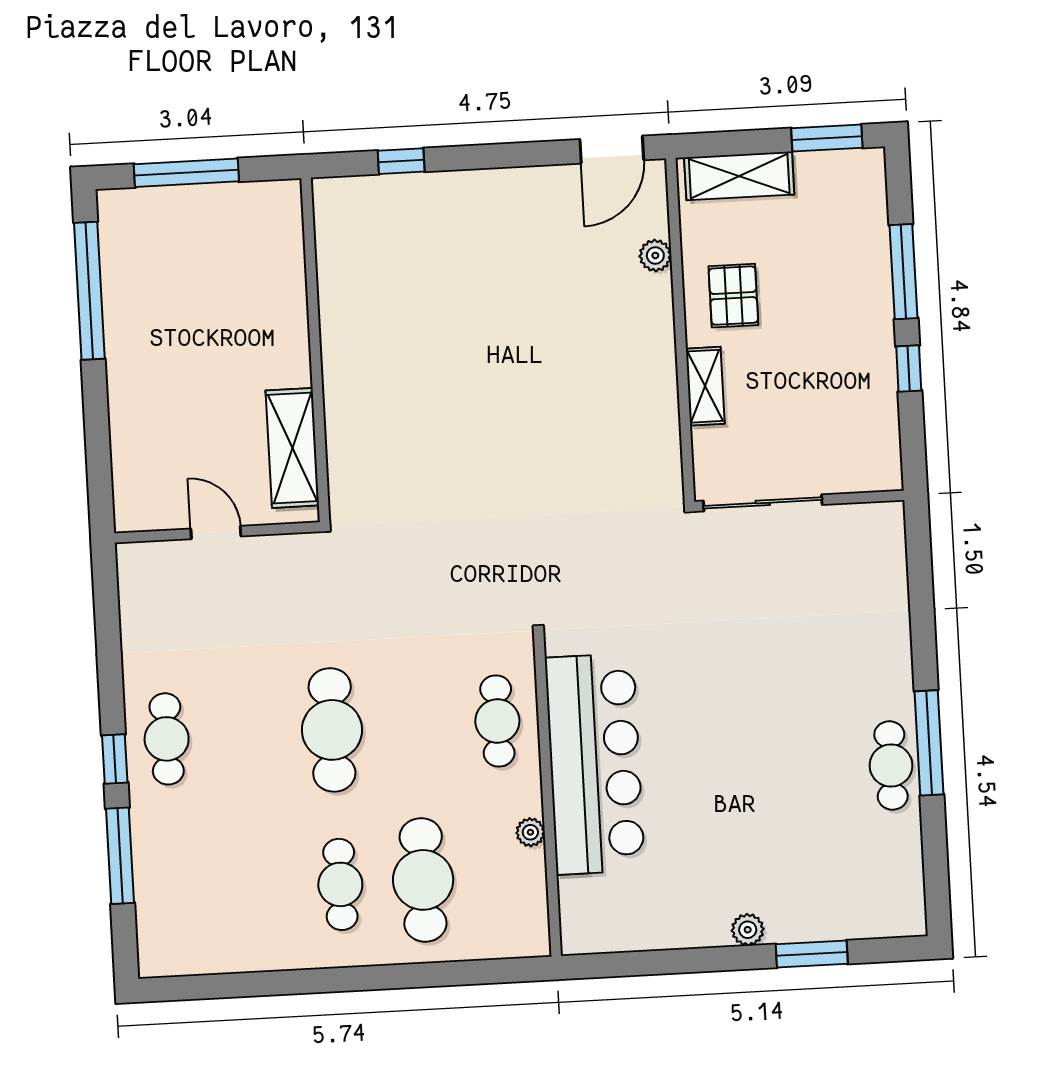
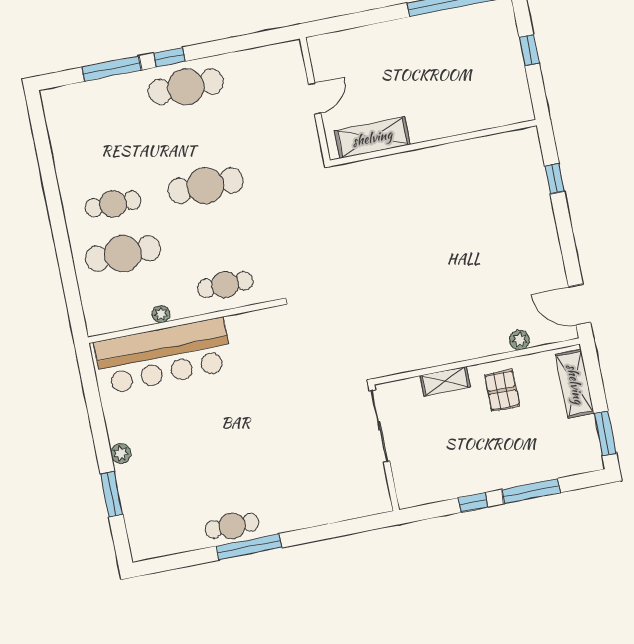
window: (186, 173) -> (529, 50), width x0.46
pallet: (733, 296) -> (502, 390), turned 90
cafe table: (167, 739) -> (186, 87), width x1.37, depth x1.35
bar counter: (595, 764) -> (163, 356), moved

